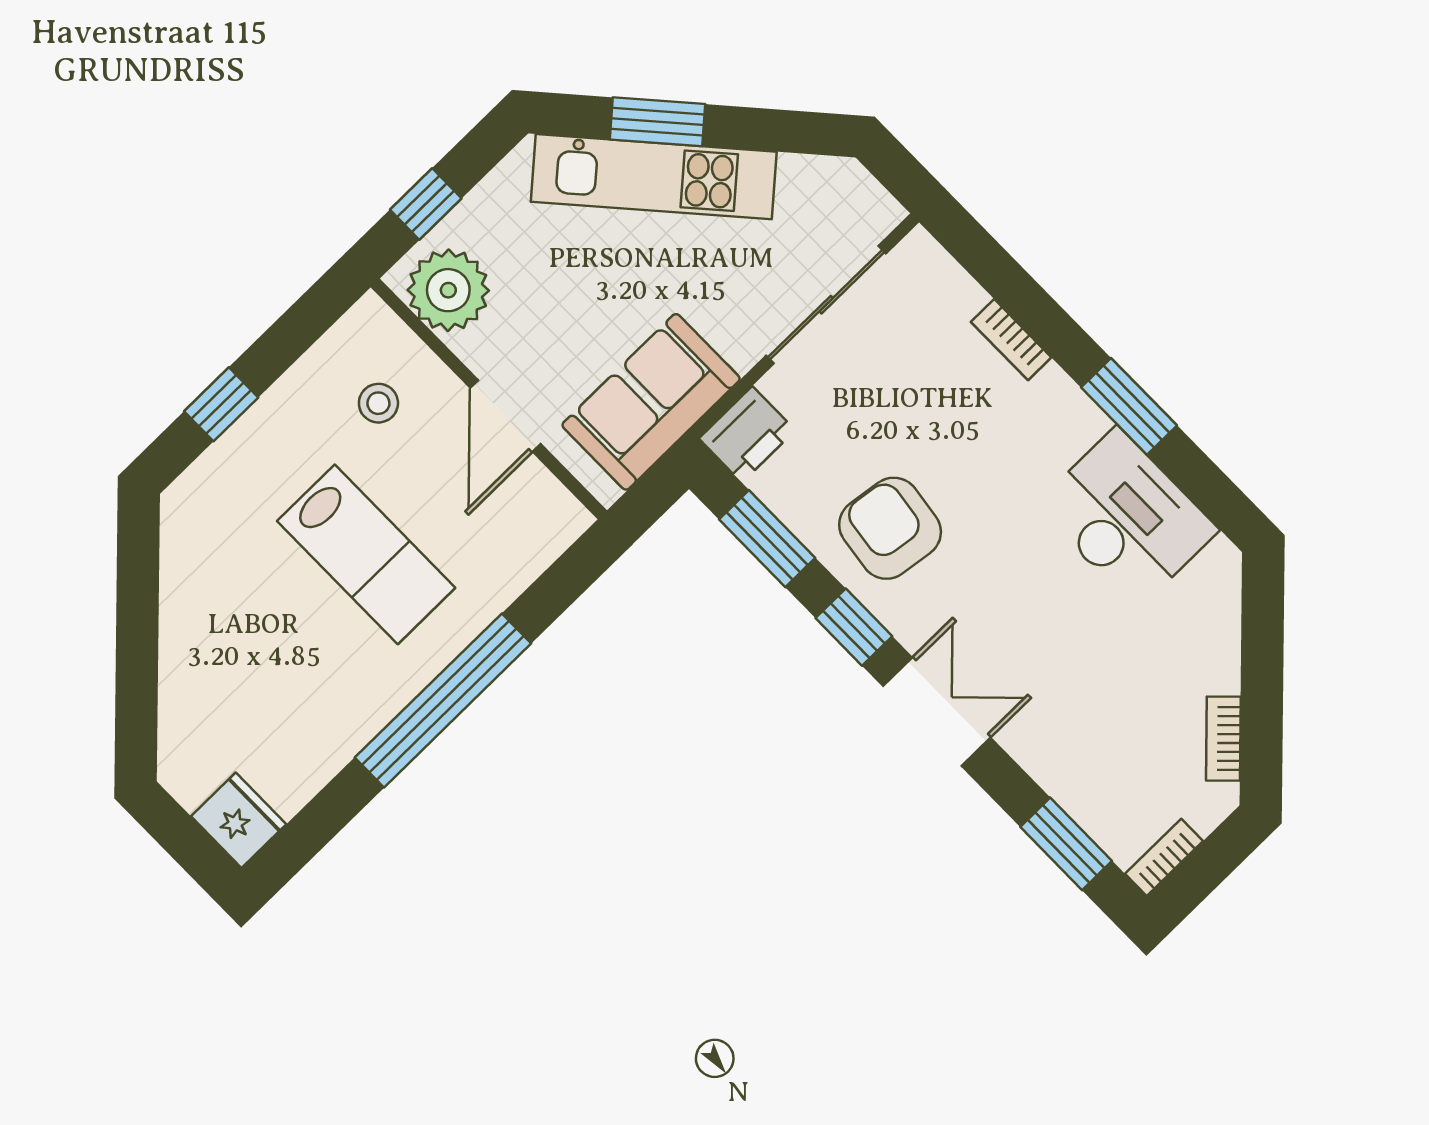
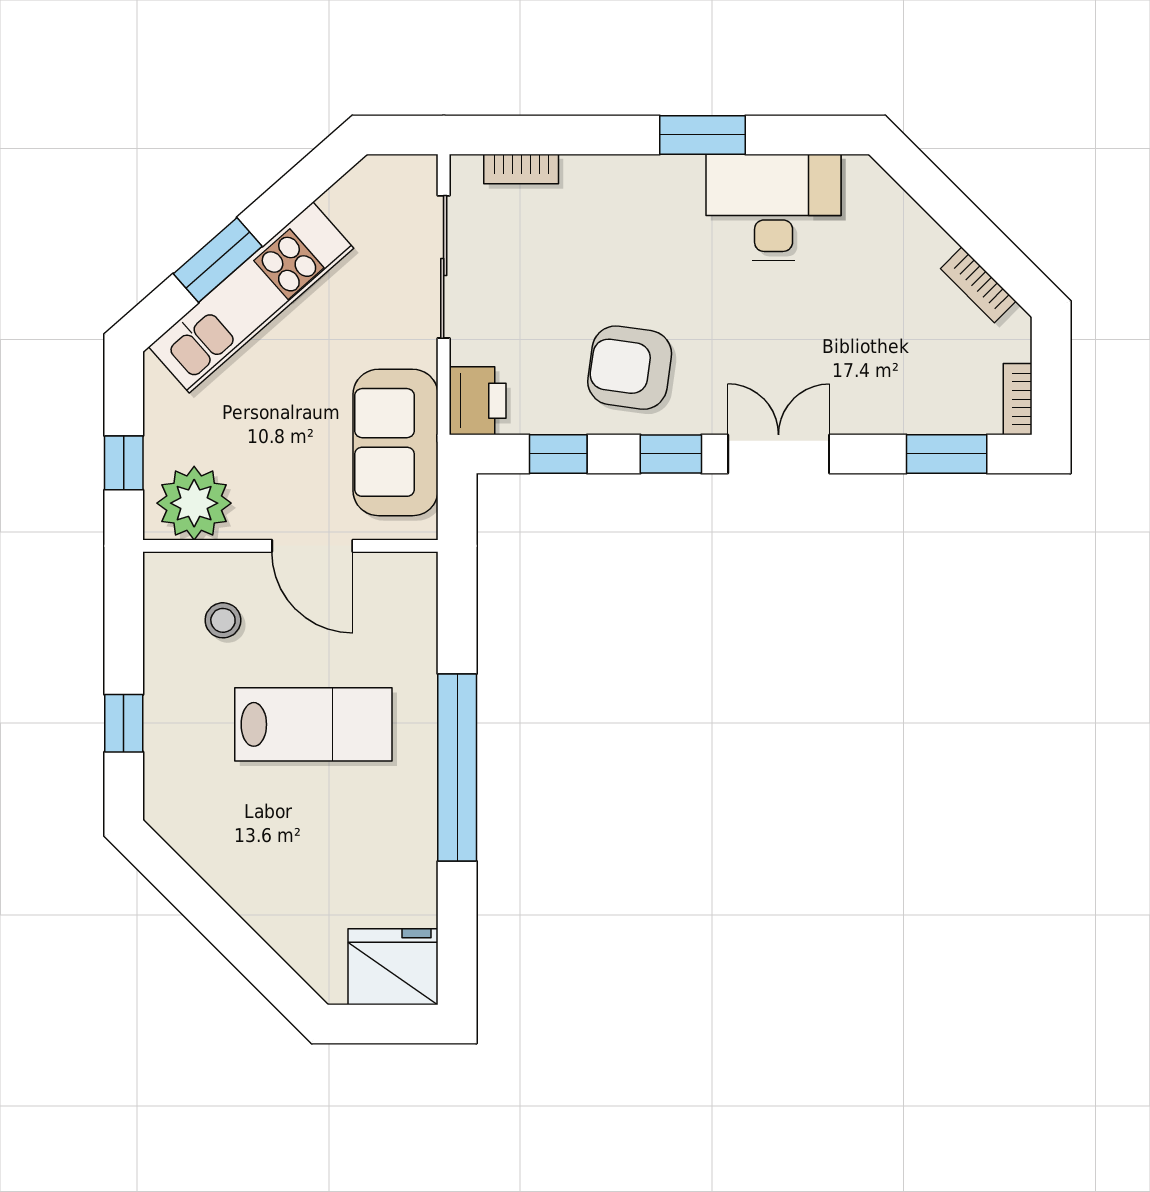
bookcase: (1011, 340) -> (521, 169), moved
window: (767, 539) -> (558, 454), width x0.67
fridge: (239, 820) -> (393, 967), width x1.36, depth x1.34

